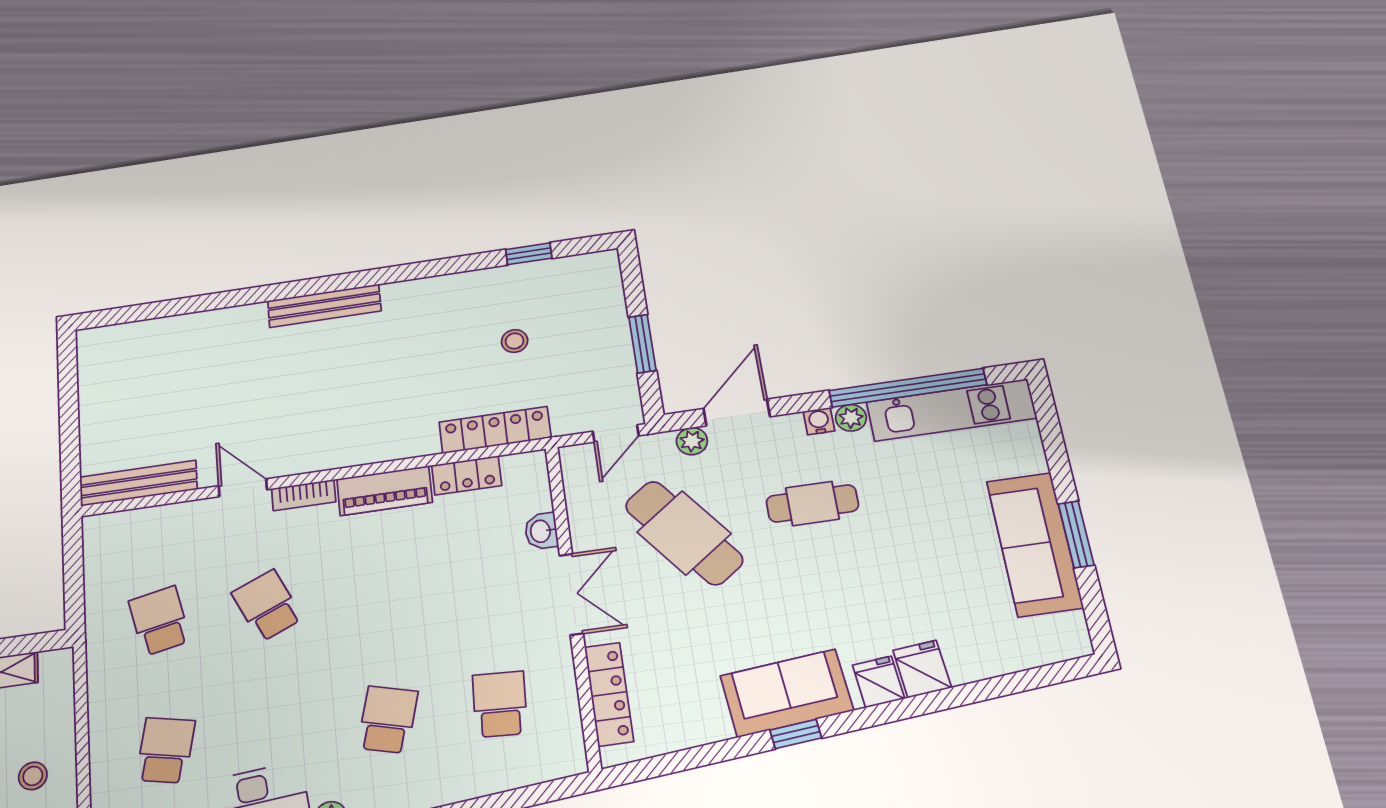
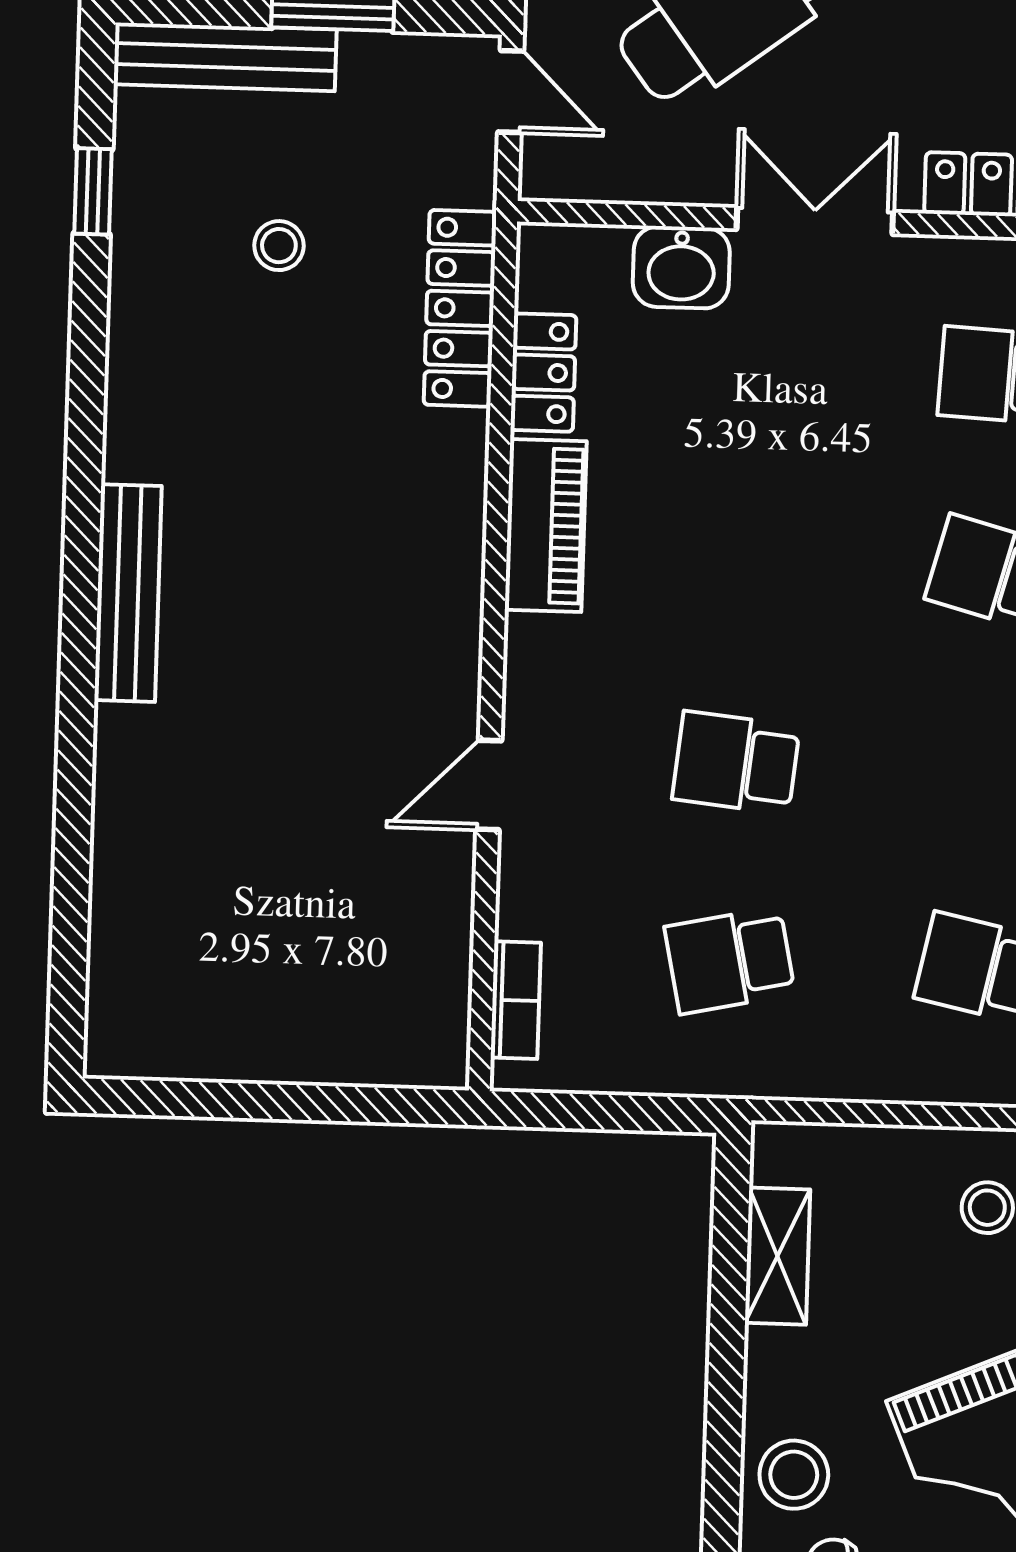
bench: (138, 483) -> (225, 57), moved, turned 90
bookcase: (304, 495) -> (516, 1000), moved
washbasin: (541, 531) -> (681, 267), width x1.38, depth x1.45
school desk: (267, 606) -> (736, 763), turned 30

